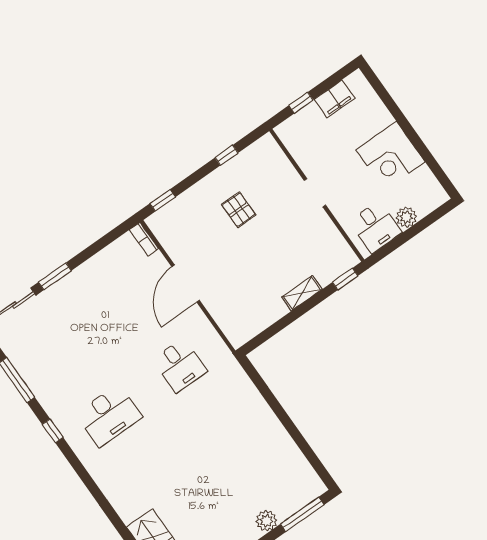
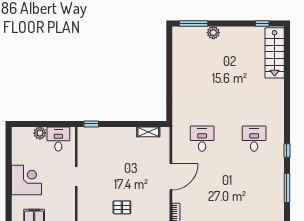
corner desk: (390, 156) -> (26, 180), moved
pallet: (239, 210) -> (122, 207), moved, turned 90
shelving: (302, 293) -> (148, 132), moved
desk: (109, 415) -> (254, 139), width x0.73

